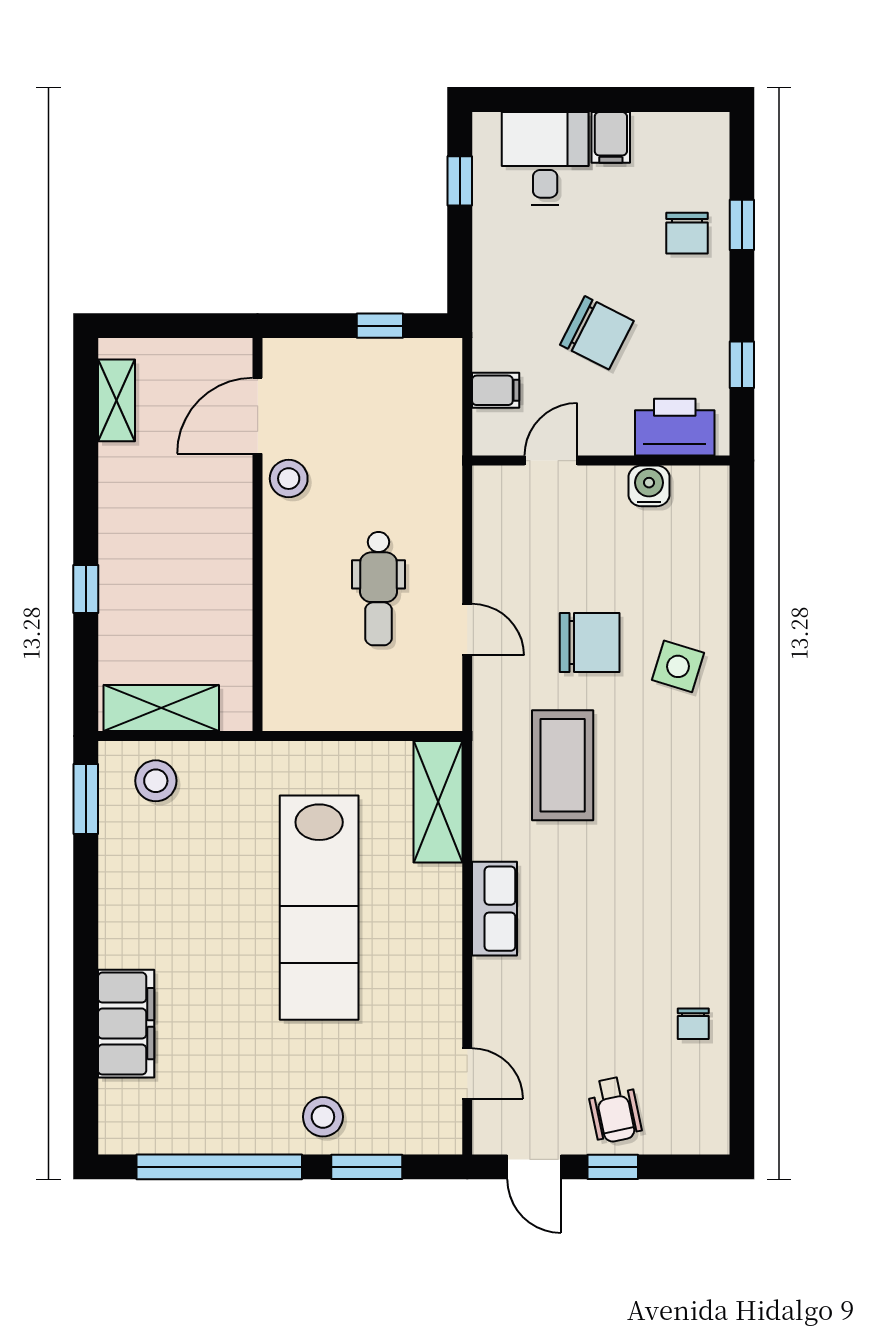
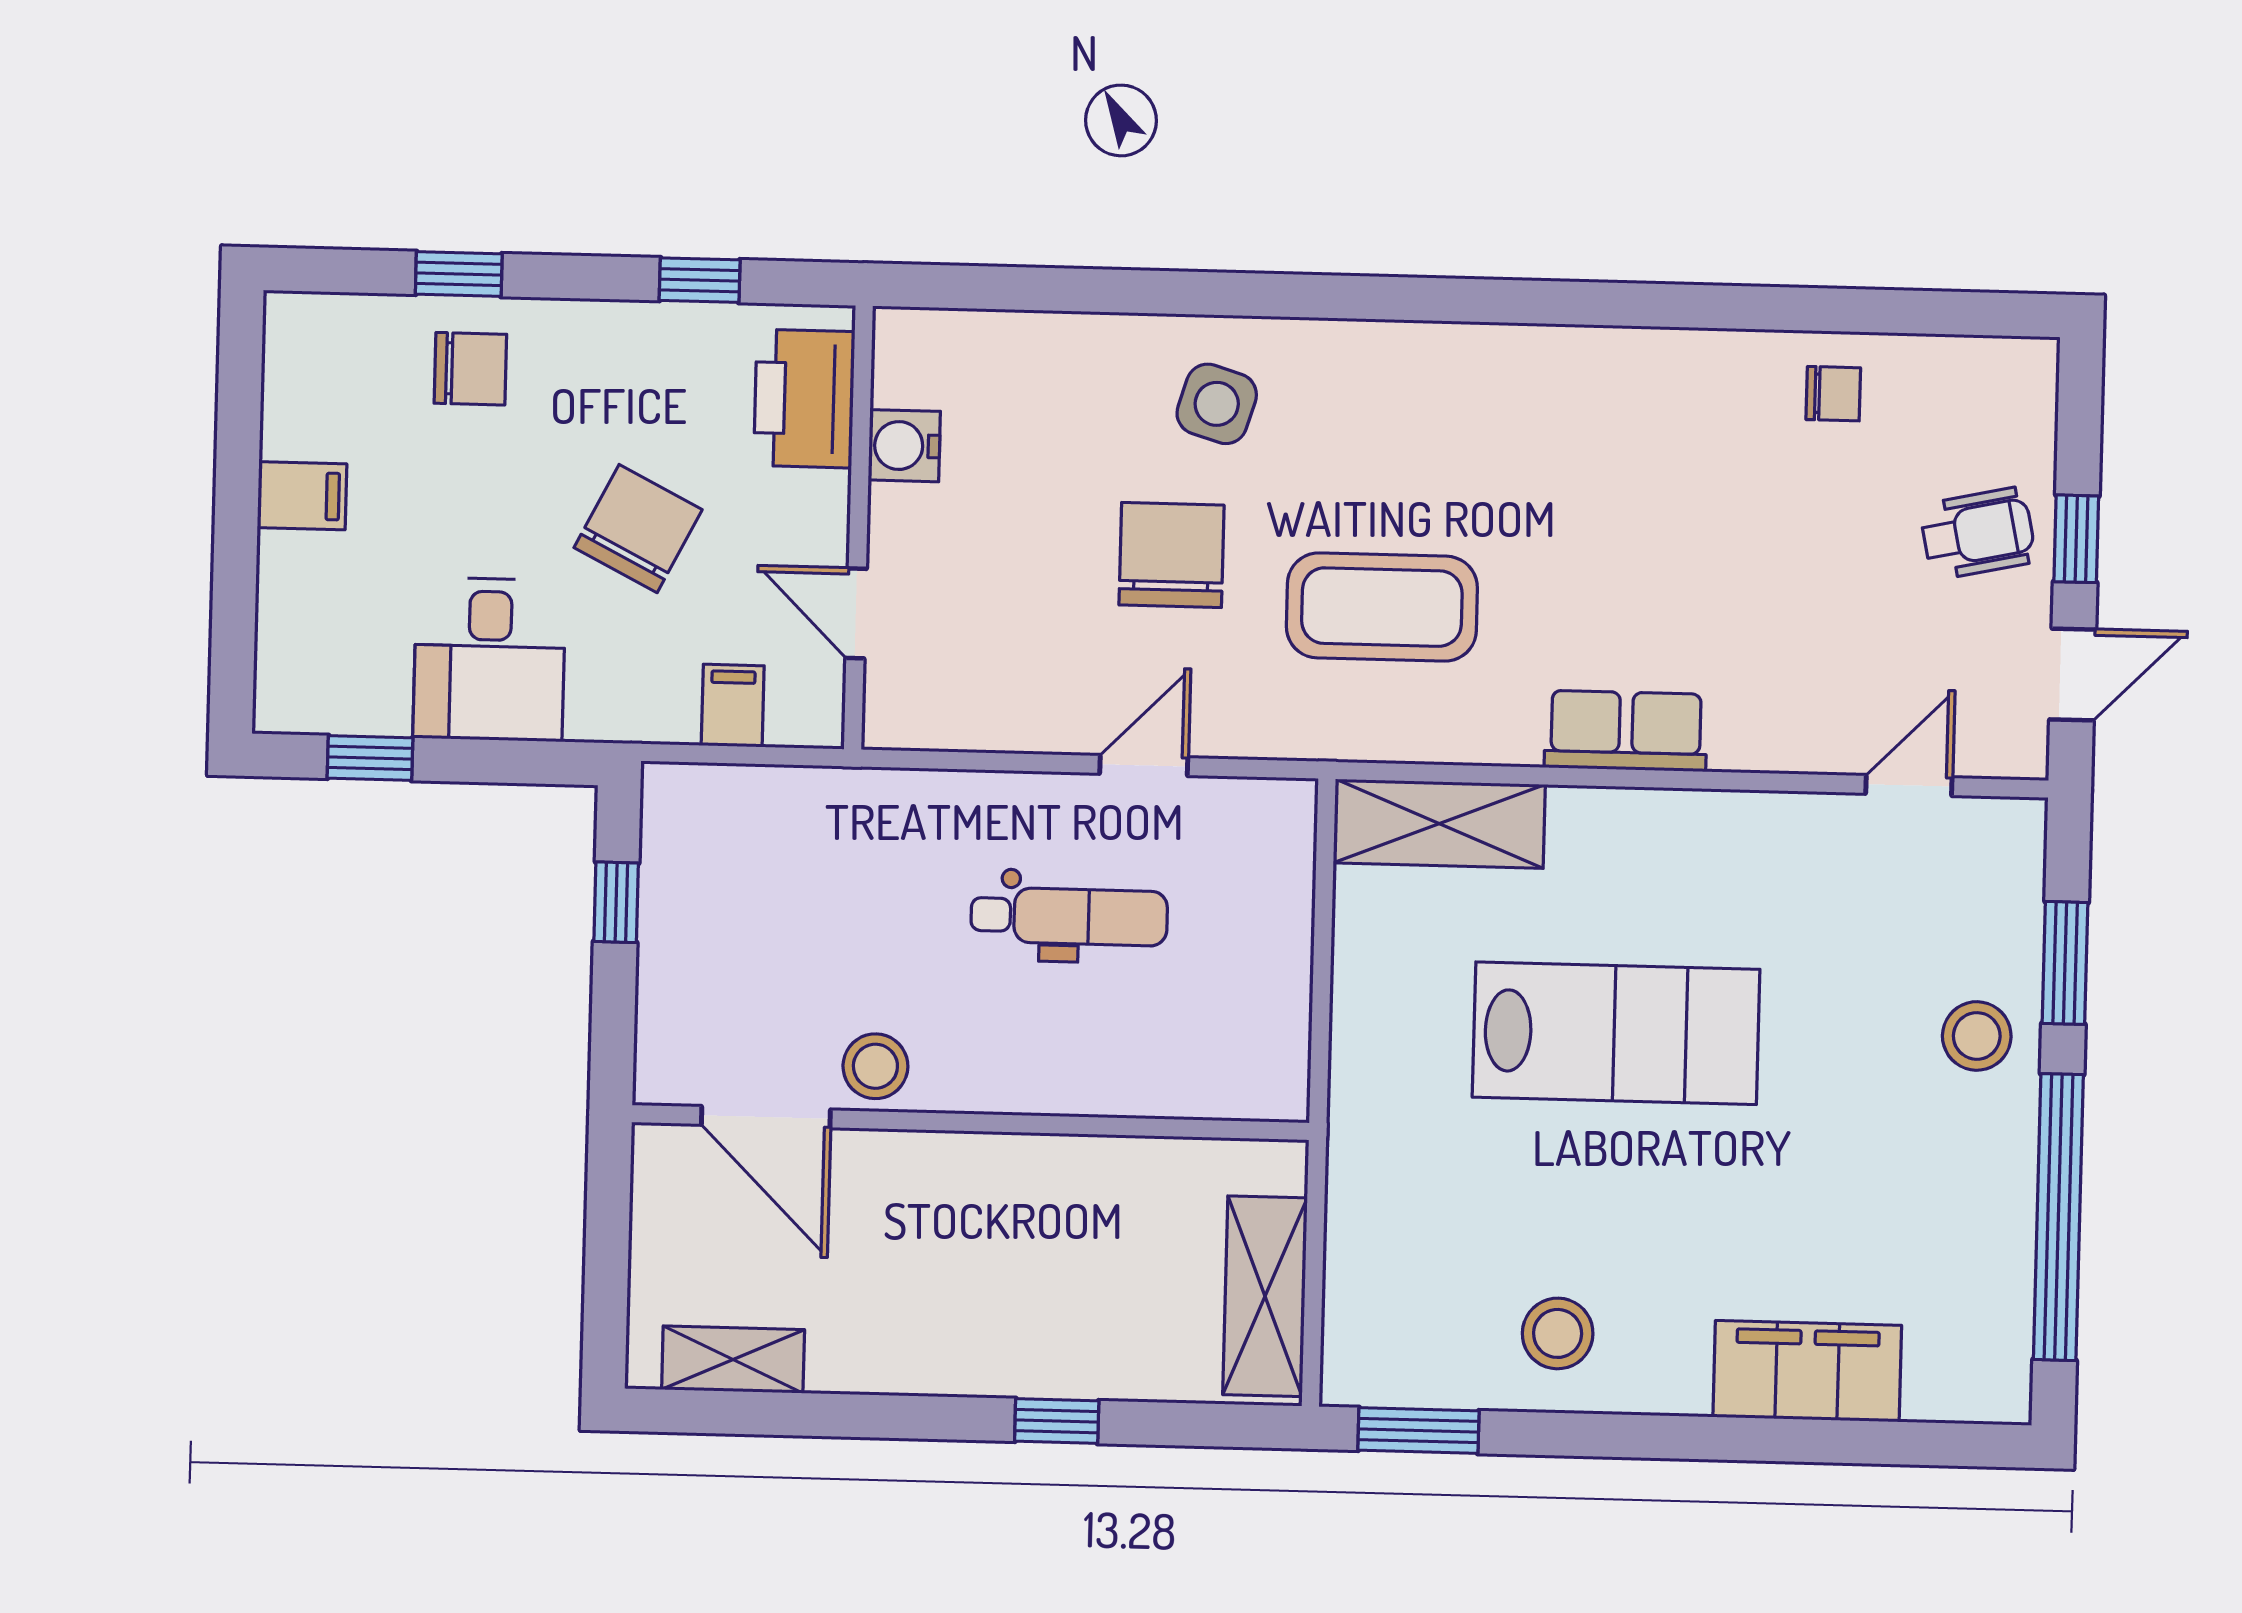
desk: (545, 159) -> (489, 659), moved, turned -90
stool: (156, 781) -> (1558, 1333), moved
lab bench: (319, 908) -> (1616, 1033), width x0.73

